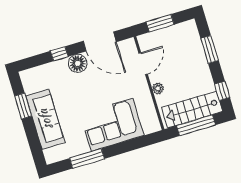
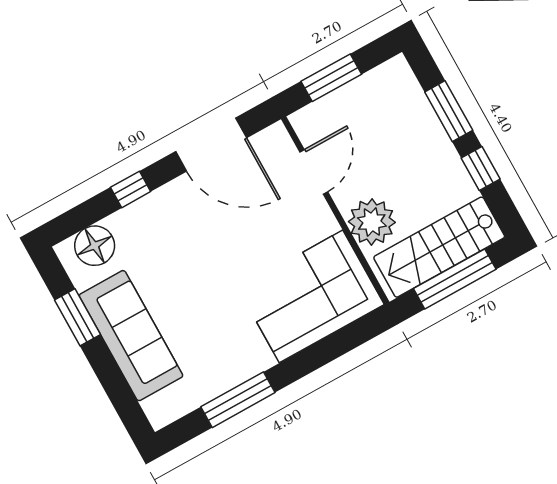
floor lamp: (78, 63) -> (95, 246), moved
plant: (158, 88) -> (372, 222), width x1.87, depth x1.87
window: (222, 91) -> (481, 169), moved
corner sofa: (112, 125) -> (311, 296), moved

